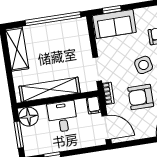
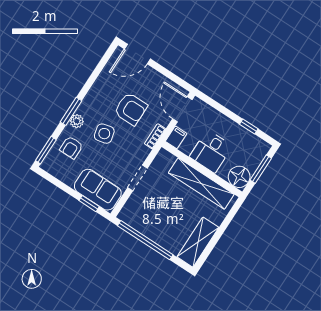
doorway: (97, 69) -> (137, 178), moved

